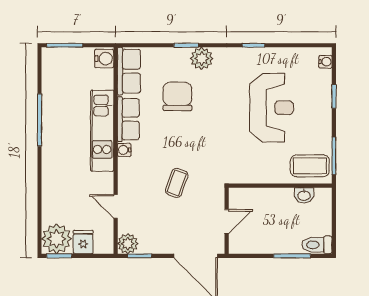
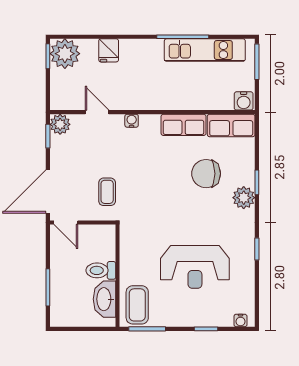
chair: (177, 96) -> (206, 174), turned 180
kitchen unit: (102, 131) -> (205, 50), moved, turned 180
water cooler: (124, 150) -> (132, 121), moved
coffee table: (177, 183) -> (107, 192), moved, turned 70
washbasin: (304, 195) -> (105, 299), width x1.91, depth x1.45
door: (116, 206) -> (97, 112), hinge flipped
door: (227, 222) -> (66, 222), moved
fridge: (83, 242) -> (109, 50), moved, turned 90
toilet: (317, 245) -> (101, 270), moved, turned -90

